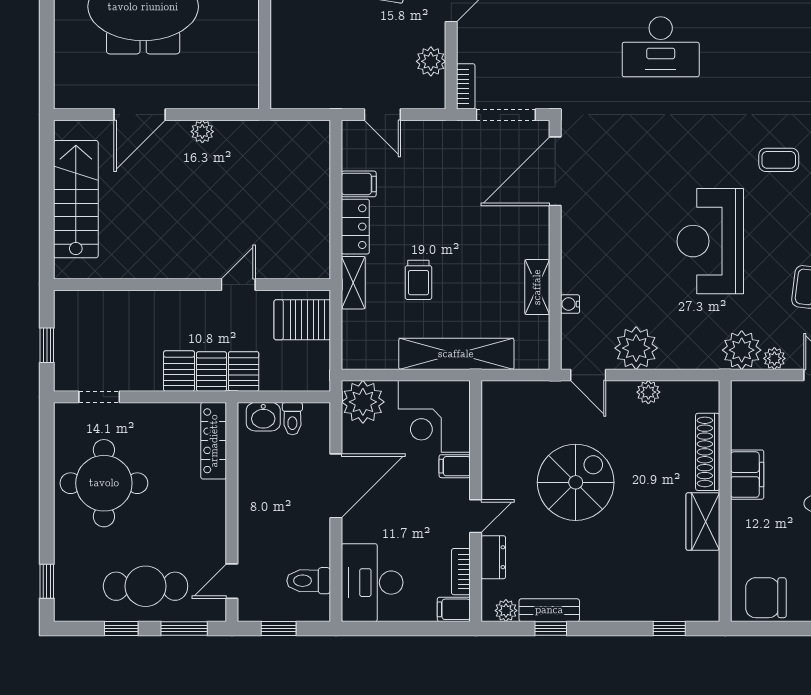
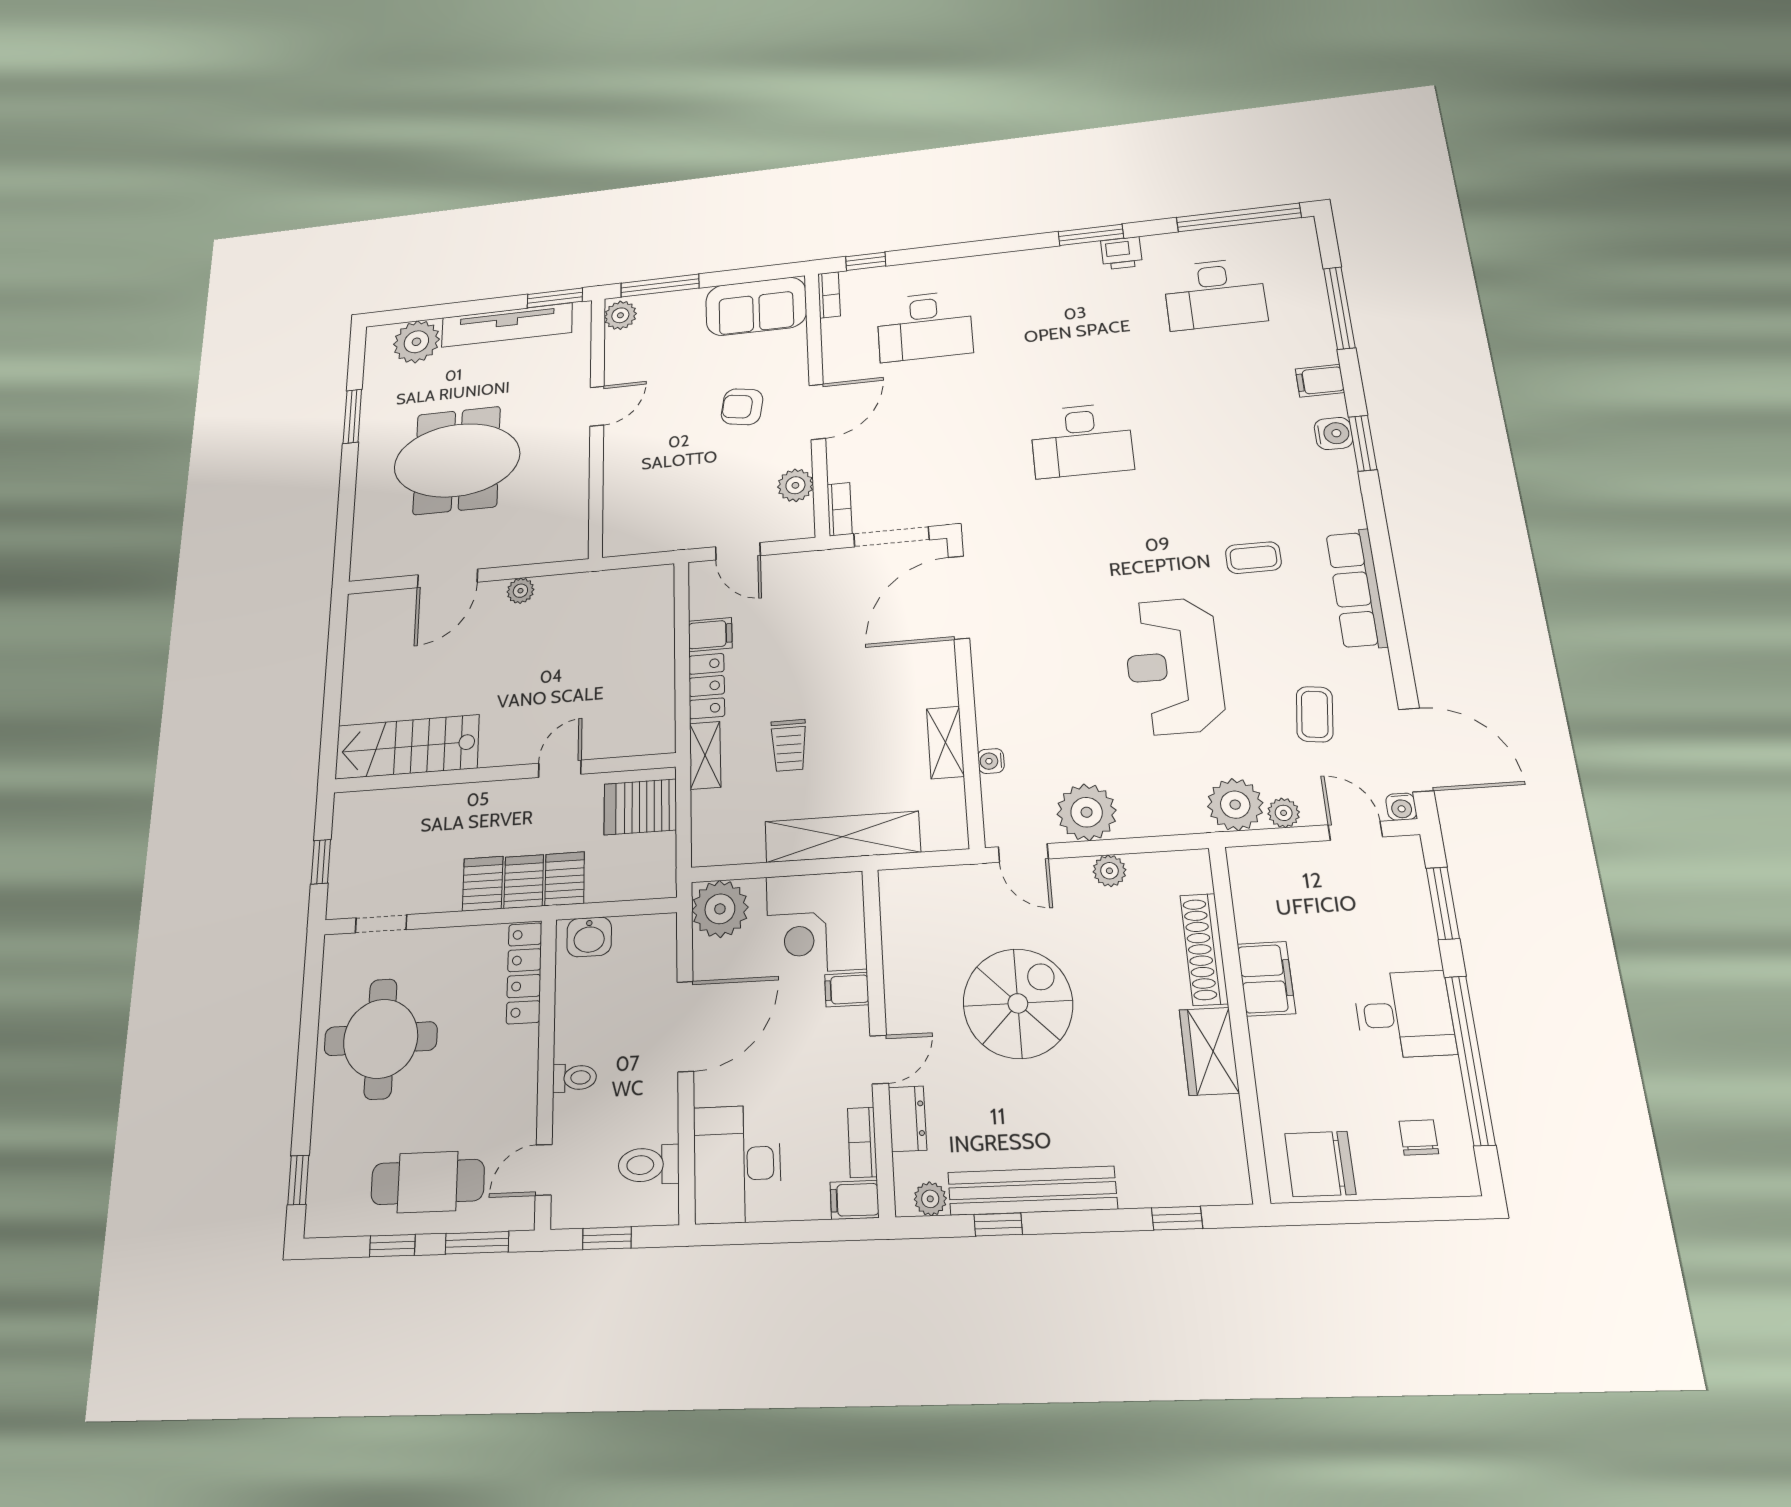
stairs: (76, 199) -> (407, 747), moved, turned -90
toilet: (292, 419) -> (574, 1078), moved, turned -90
bench: (549, 610) -> (1032, 1191), width x1.86, depth x1.21

